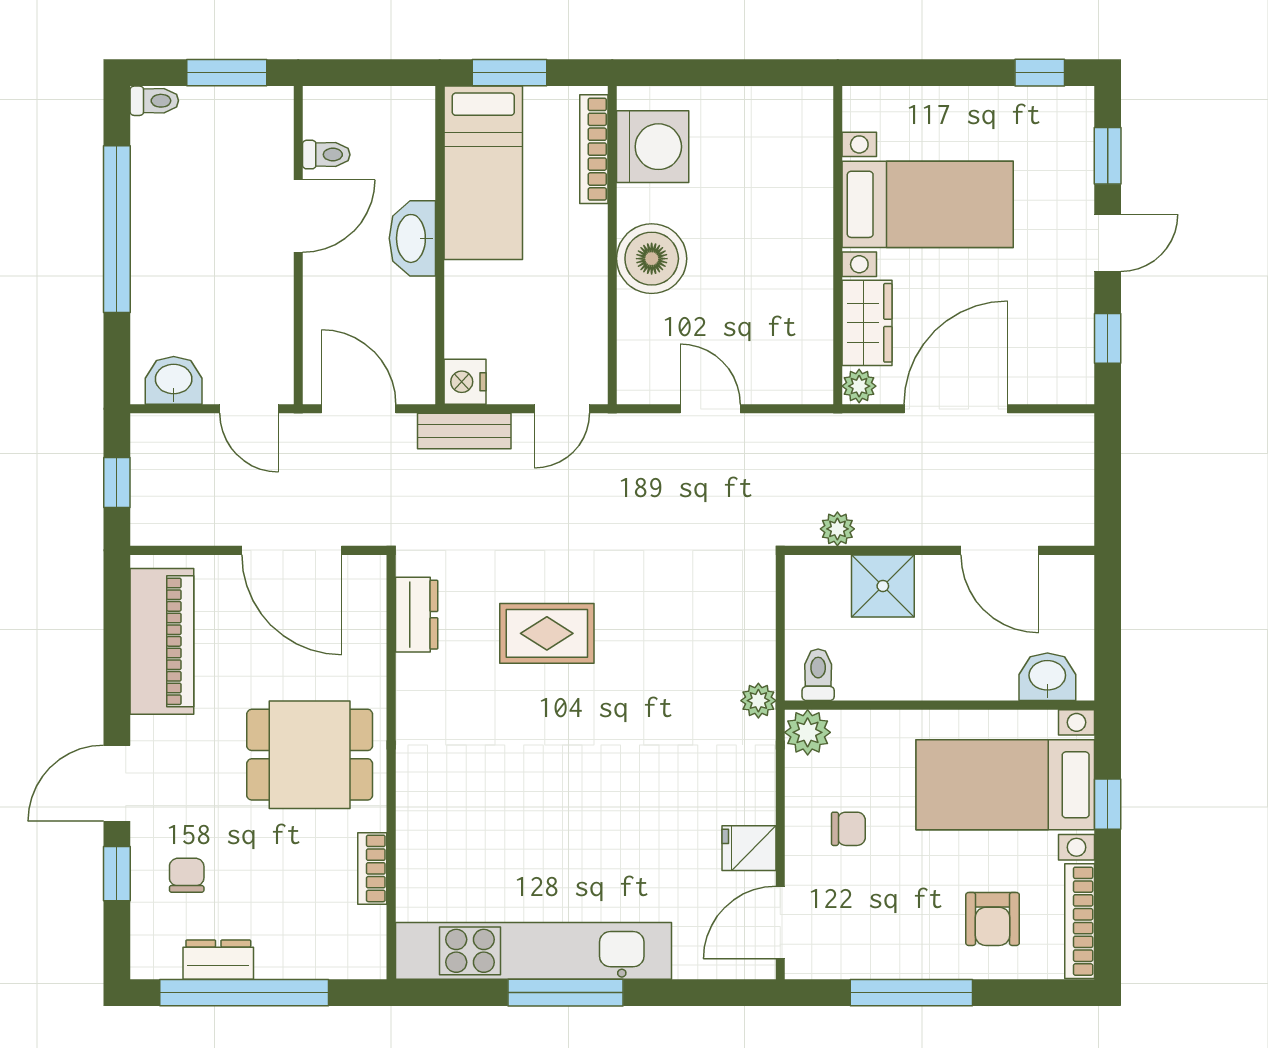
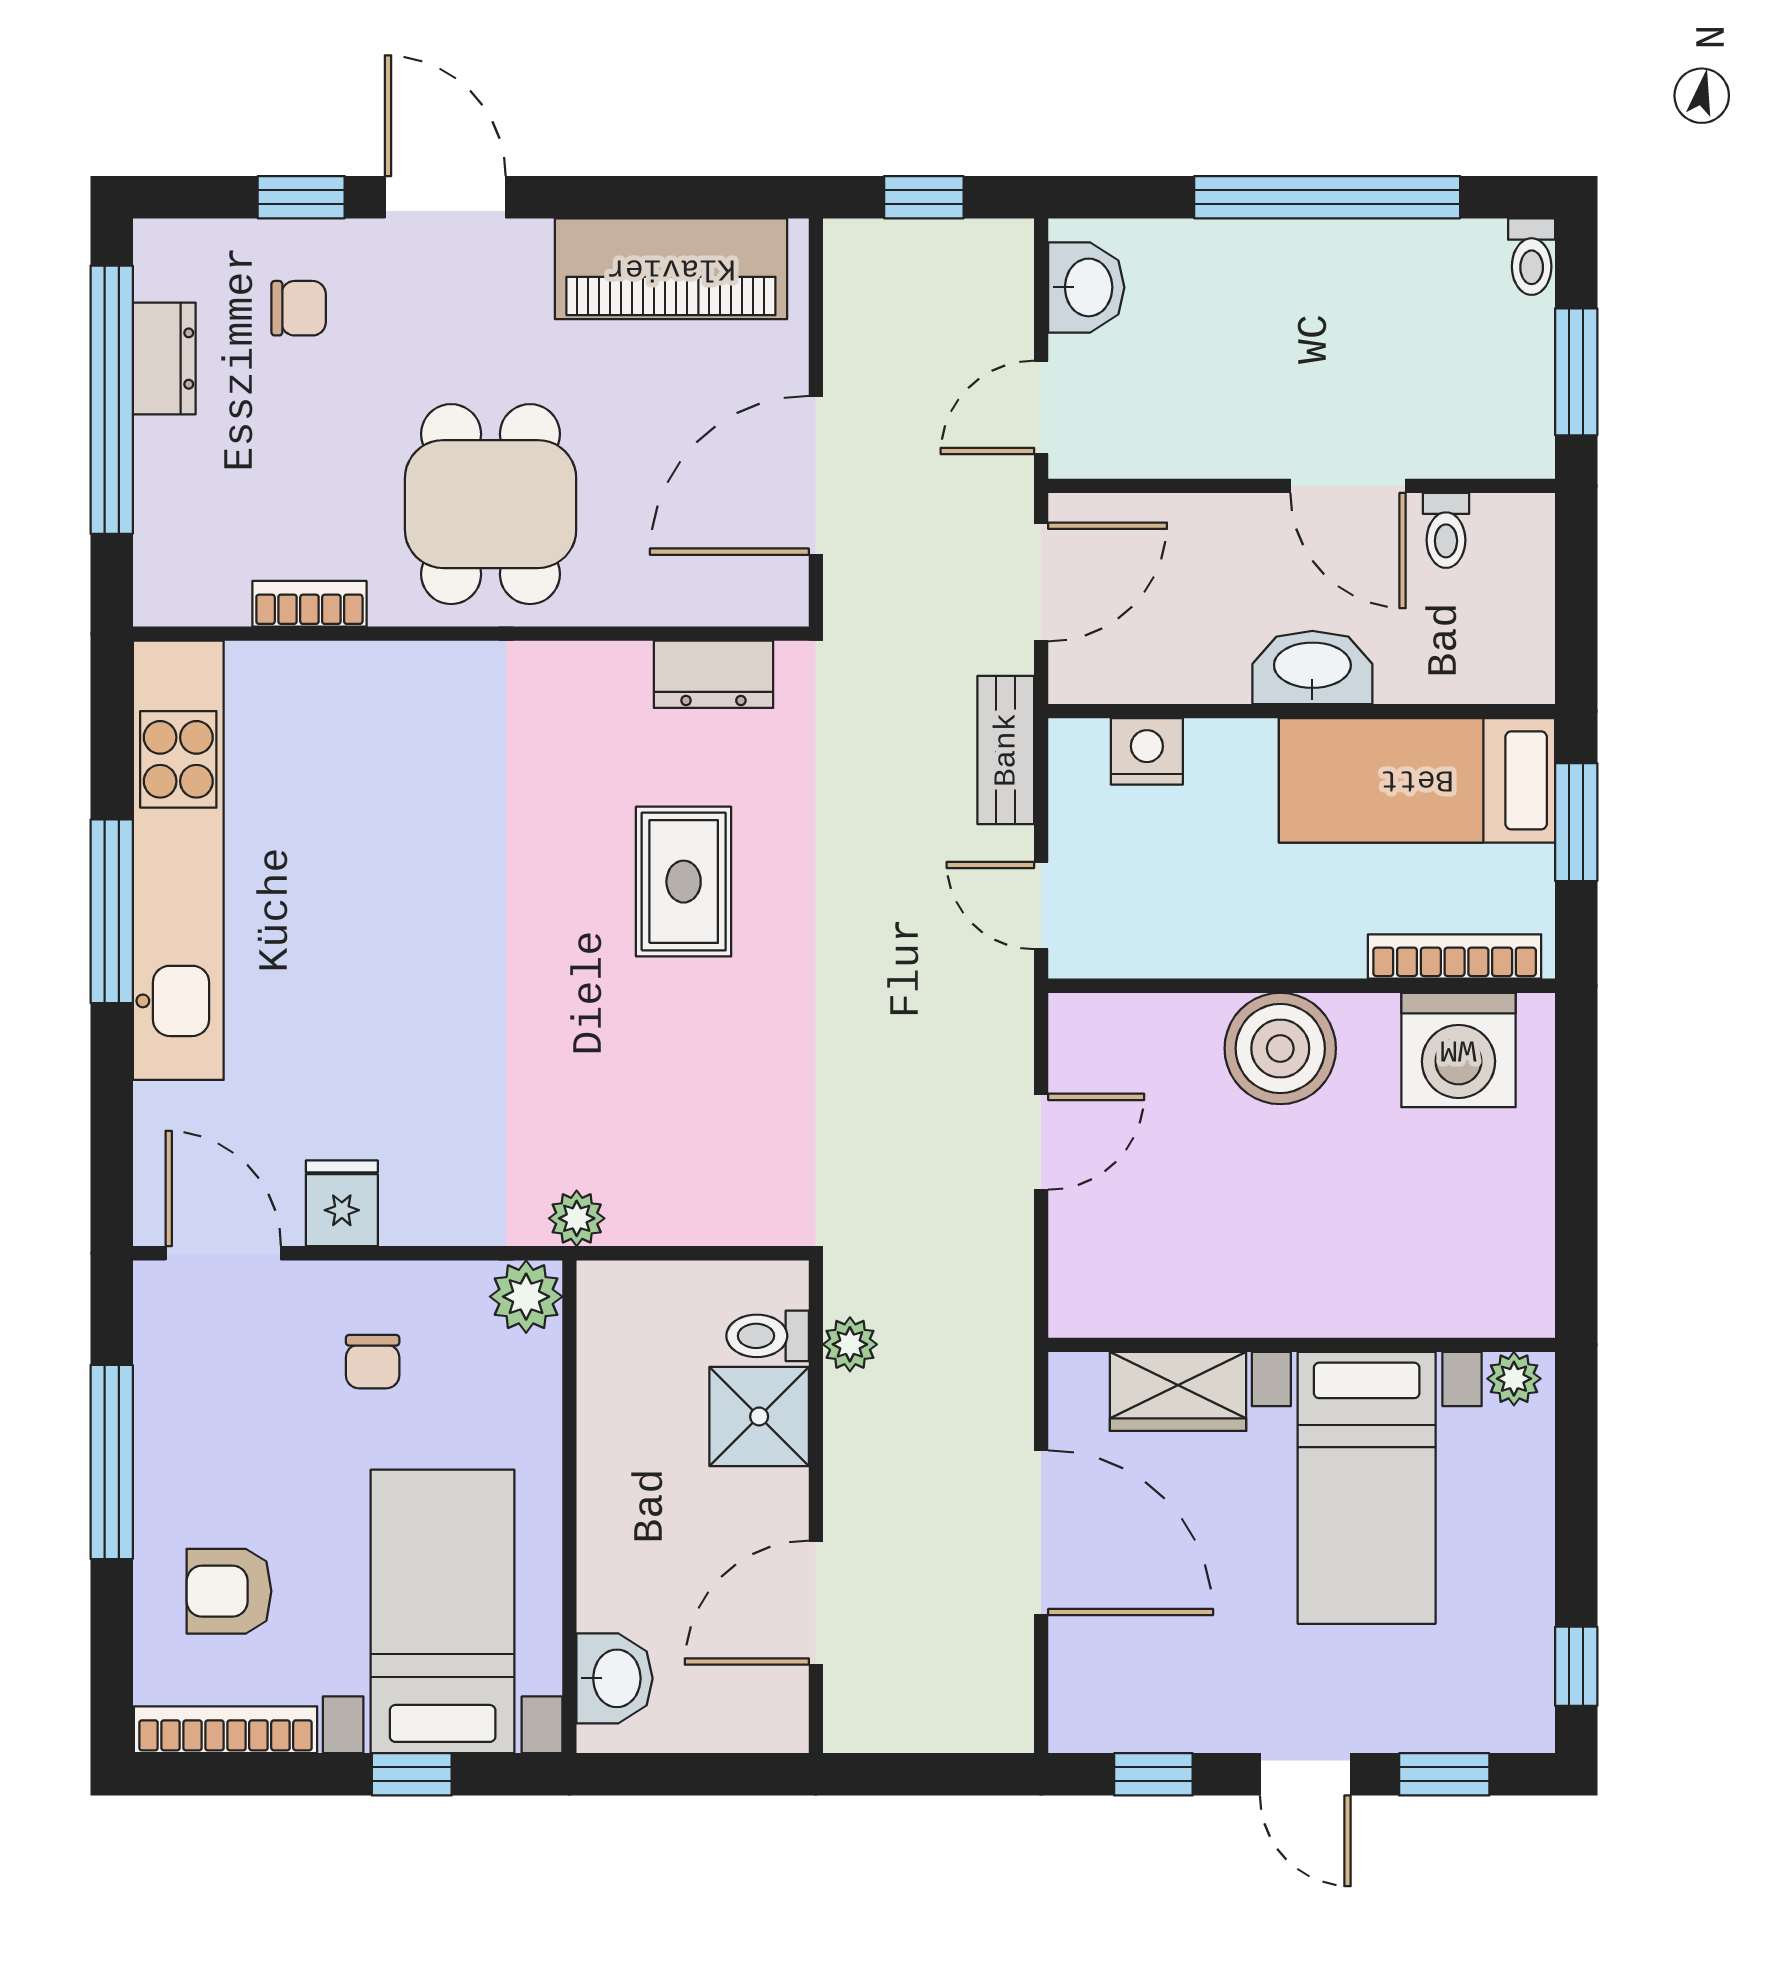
nightstand: (465, 382) -> (1147, 751), moved
plant: (859, 386) -> (1514, 1379), moved
toilet: (818, 675) -> (768, 1336), moved, turned 180

